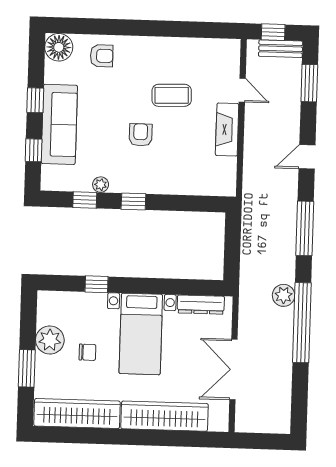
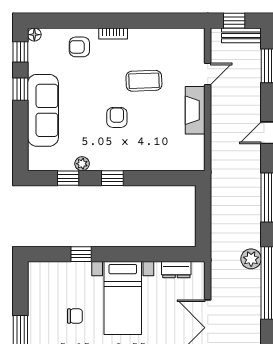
bookcase: (139, 42) -> (113, 34), added
floor lamp: (59, 47) -> (34, 35), width x0.53, depth x0.53
armchair: (102, 56) -> (79, 47), turned 180
door: (242, 90) -> (208, 74), hinge flipped
window: (34, 150) -> (20, 52), moved
dresser: (201, 305) -> (176, 270), width x0.70
plant: (50, 340) -> (40, 306), removed

